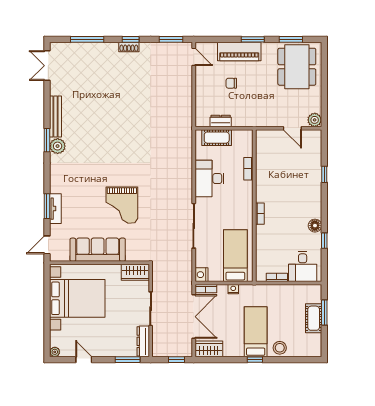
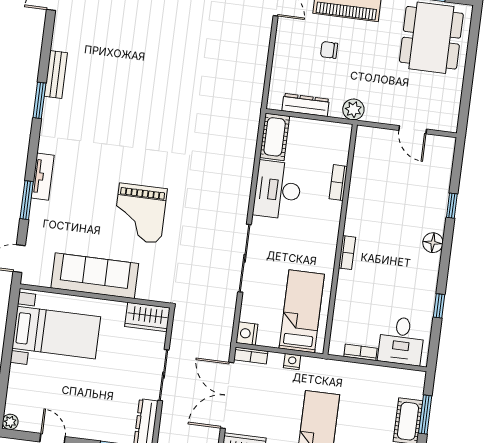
bench: (55, 116) -> (56, 74), width x0.73
plant: (315, 120) -> (353, 109), moved
dresser: (221, 121) -> (306, 105), width x1.44
cot: (217, 138) -> (275, 137), moved, turned 90
plant: (58, 146) -> (54, 111), removed
tv unit: (55, 209) -> (43, 177), moved
floor lamp: (315, 226) -> (433, 243), moved
bed with nightstands: (77, 298) -> (56, 333), width x0.73
double door: (194, 317) -> (227, 395), swing flipped

